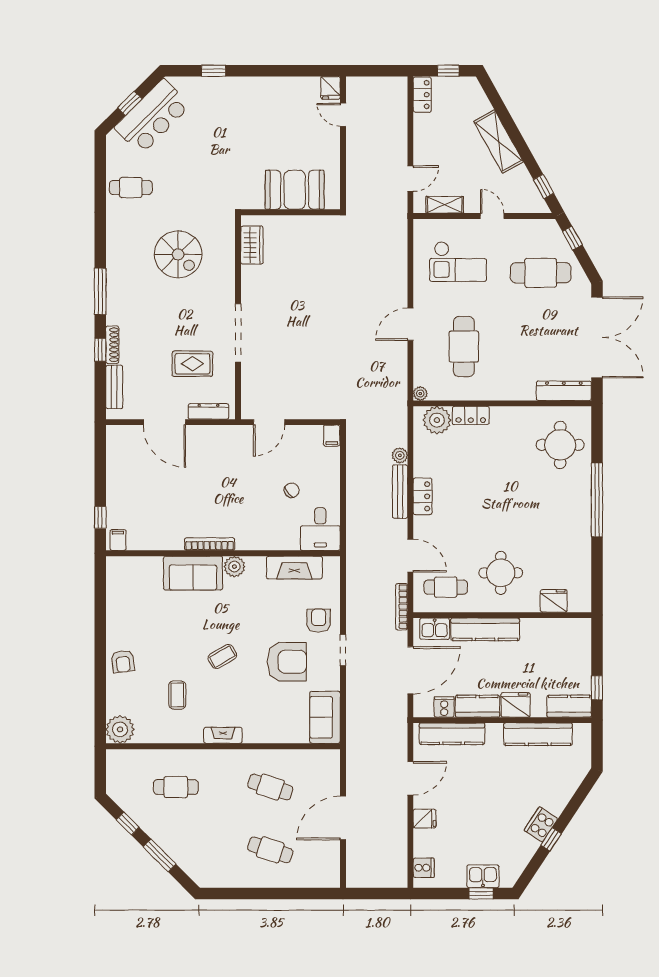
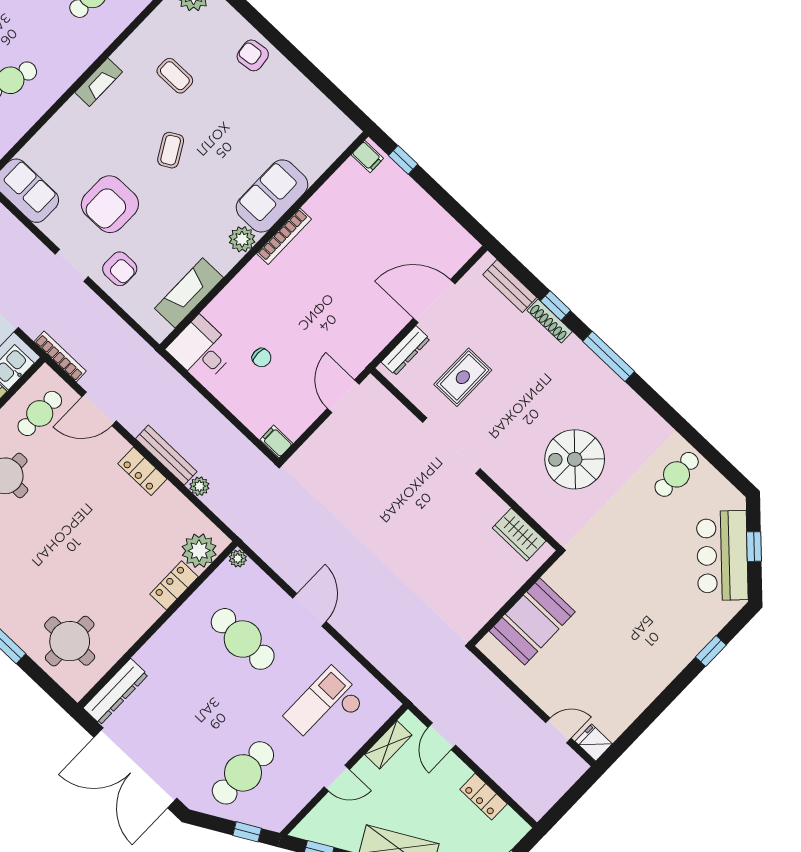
locker: (422, 95) -> (483, 797), moved
chair: (292, 490) -> (262, 358), turned -49

